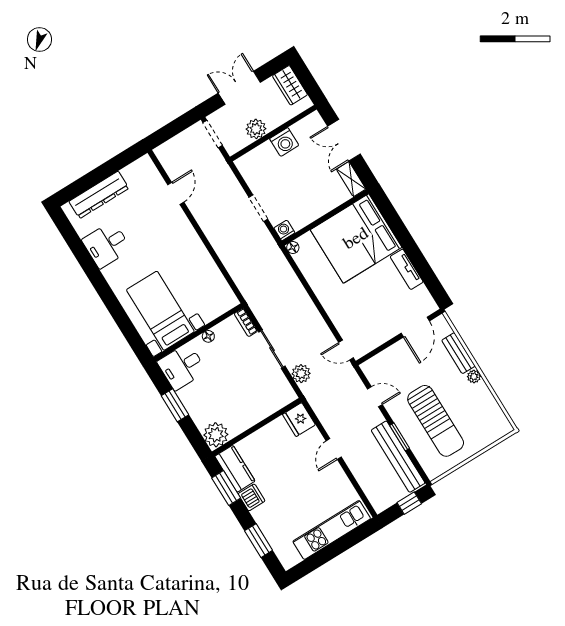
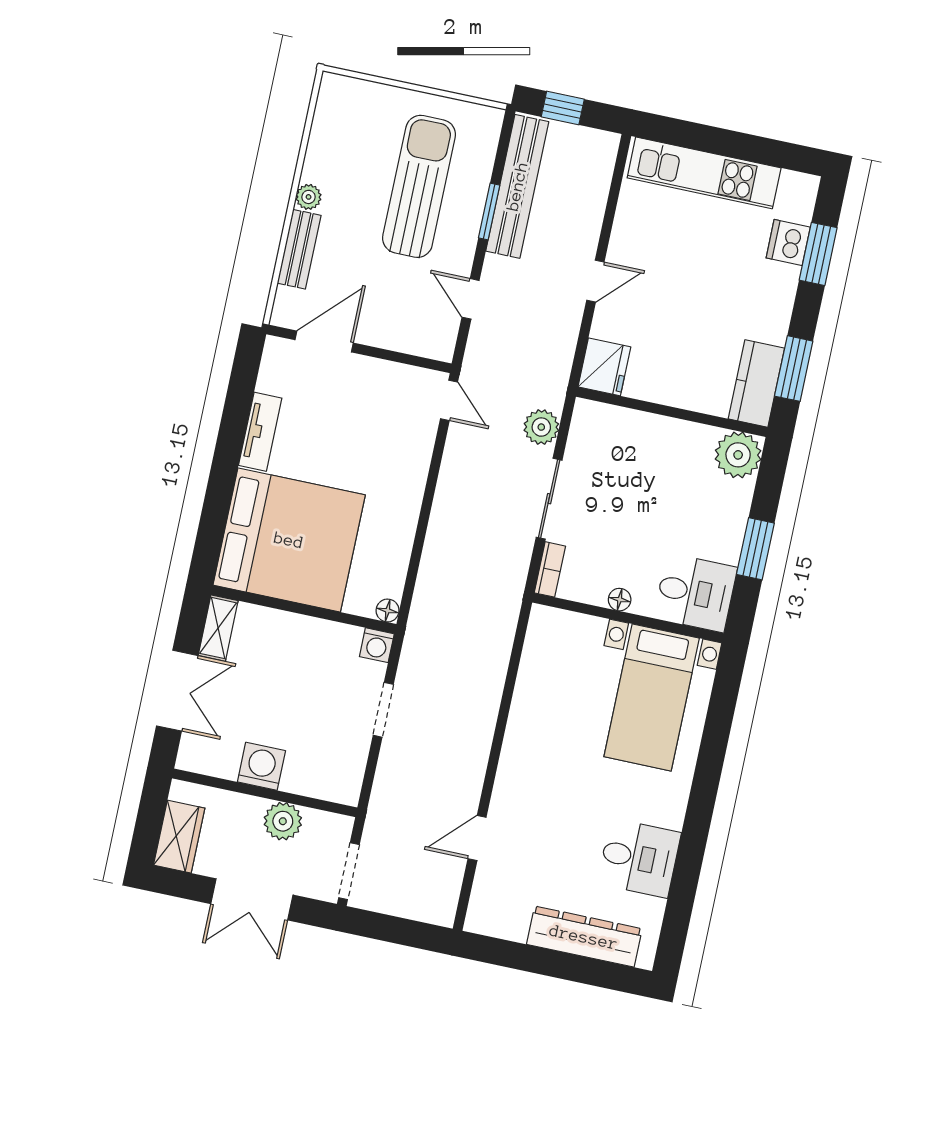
dishwasher: (252, 497) -> (788, 242), moved

